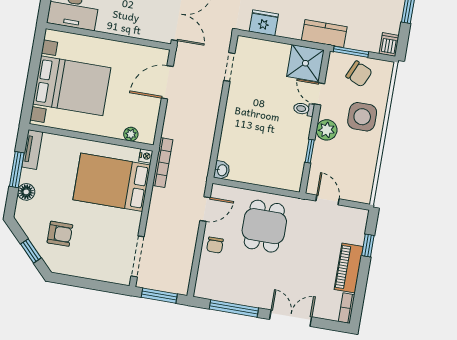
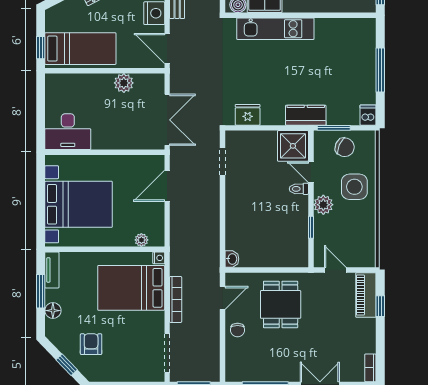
bookcase: (163, 163) -> (176, 299), moved
armchair: (60, 234) -> (91, 344), turned -90
piano: (349, 268) -> (366, 295), moved

